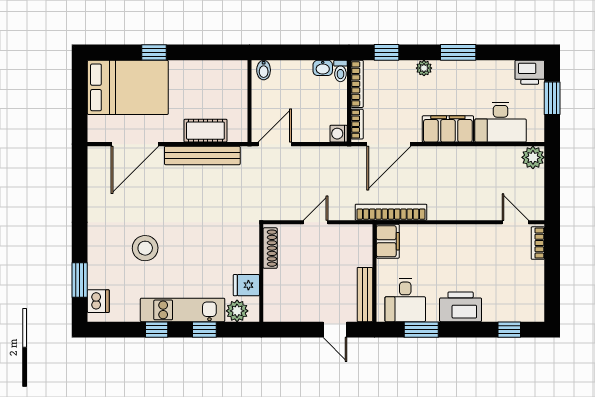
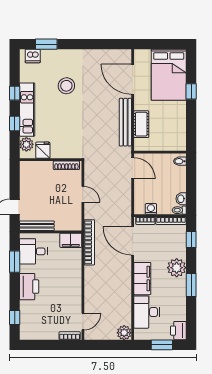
plant: (424, 68) -> (177, 268), width x1.88, depth x1.88
washing machine: (339, 134) -> (151, 209), moved

